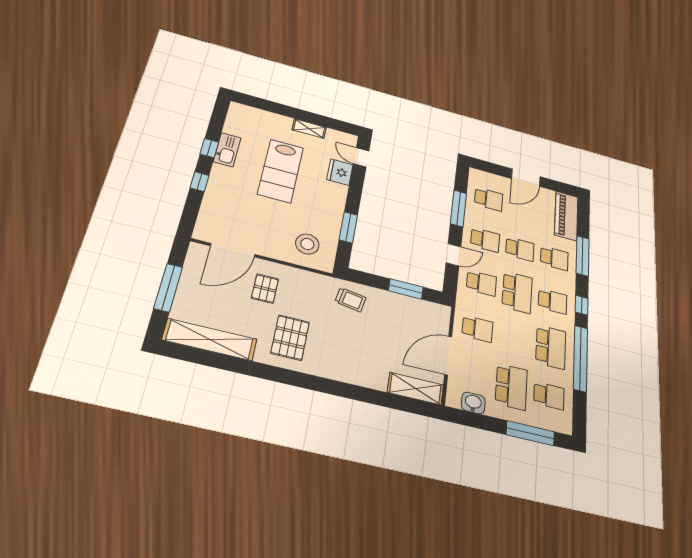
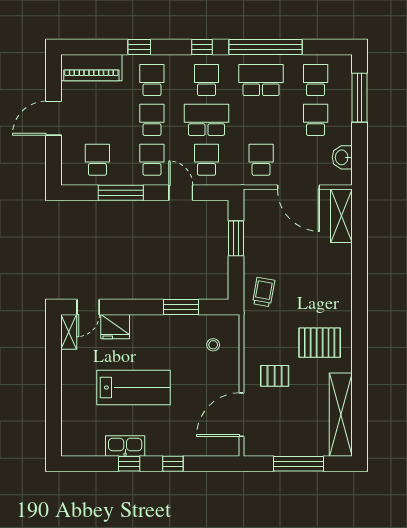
shelving: (309, 129) -> (69, 332), moved
door: (526, 178) -> (54, 118), swing flipped
stool: (307, 244) -> (213, 345), width x0.53, depth x0.53
door: (233, 250) -> (242, 415), swing flipped
window: (583, 256) -> (139, 47), width x0.46
school desk: (511, 387) -> (316, 120), width x0.54

